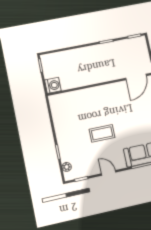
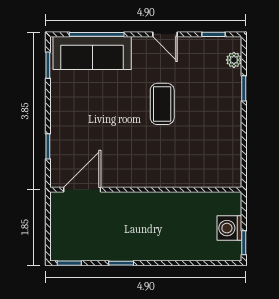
washing machine: (53, 85) -> (229, 228), moved
coffee table: (102, 133) -> (162, 104), turned 90

